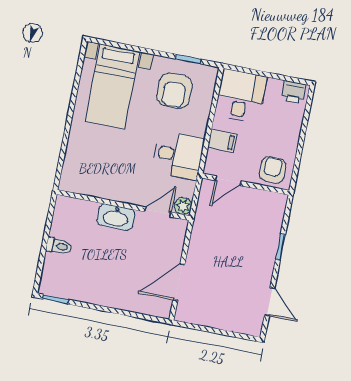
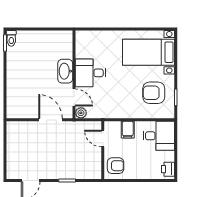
desk: (178, 155) -> (90, 73), moved, turned 90
toilet: (59, 246) -> (11, 38), moved
door: (179, 282) -> (50, 120), moved

